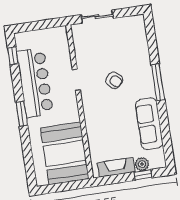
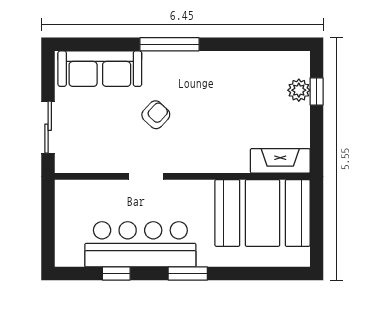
window: (13, 56) -> (116, 274), moved
sofa: (149, 124) -> (100, 69), moved
fireplace: (116, 167) -> (280, 161), moved, turned 90

